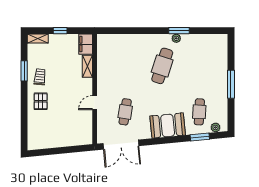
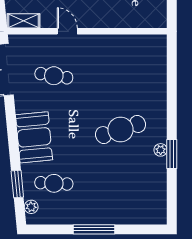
filing cabinet: (86, 44) -> (152, 18), removed
shelving: (87, 66) -> (24, 21), moved
cafe table: (162, 66) -> (120, 130), turned -36

